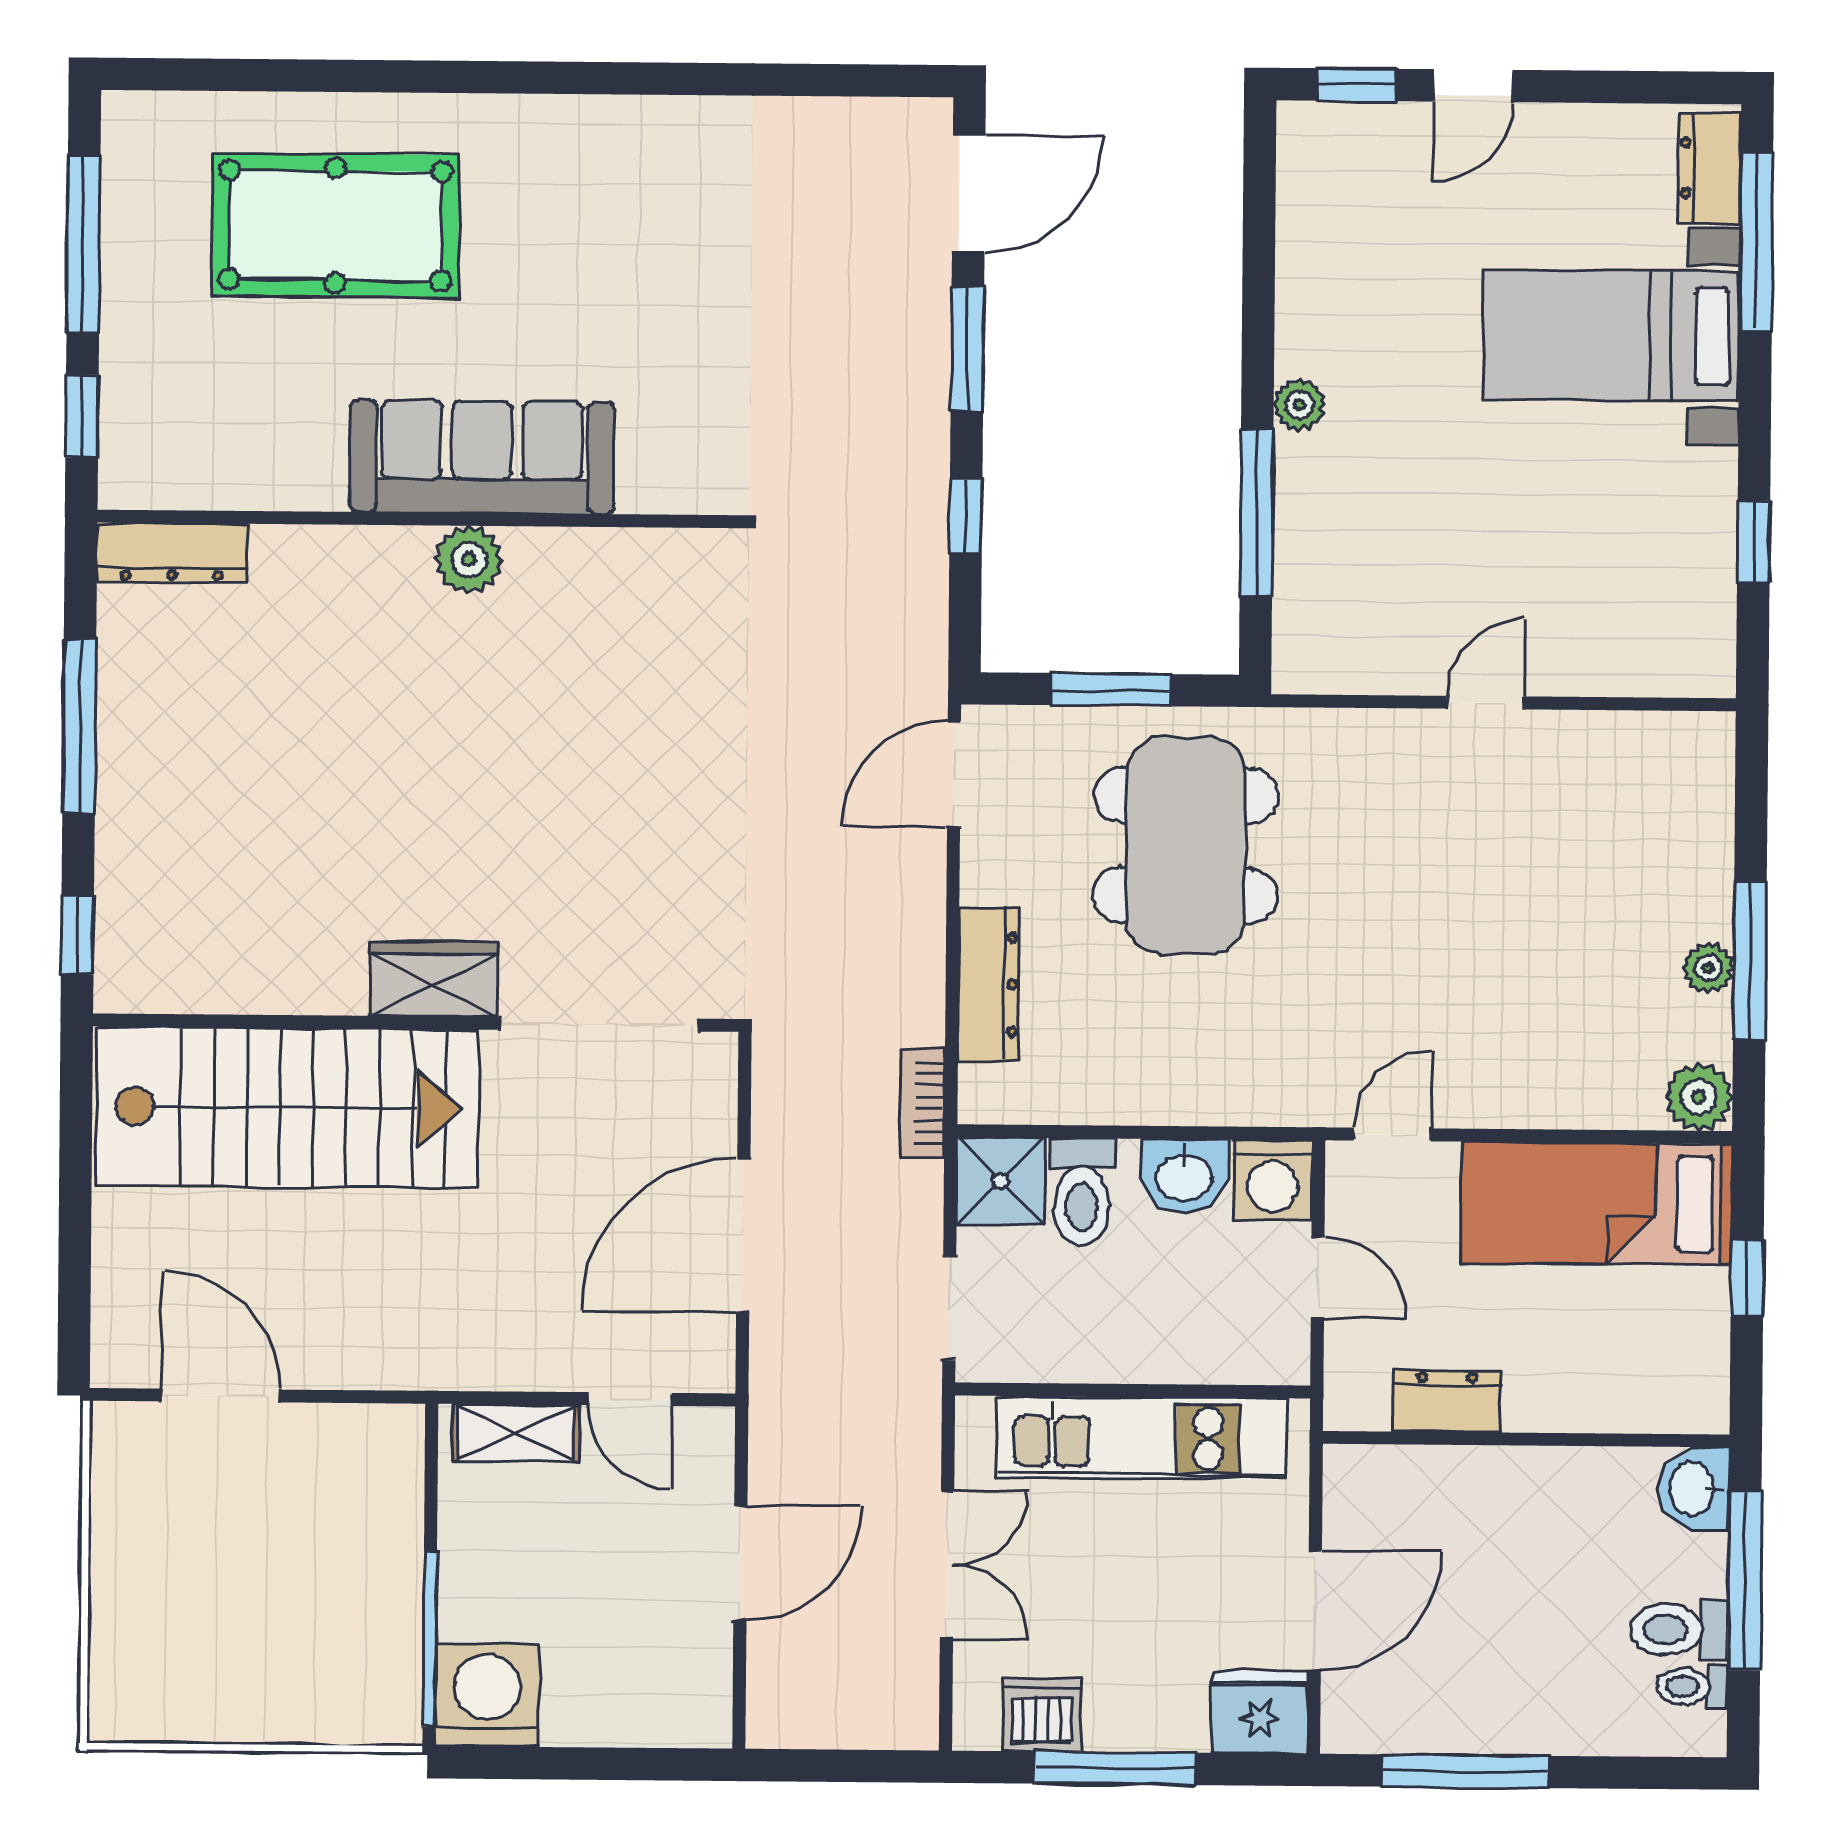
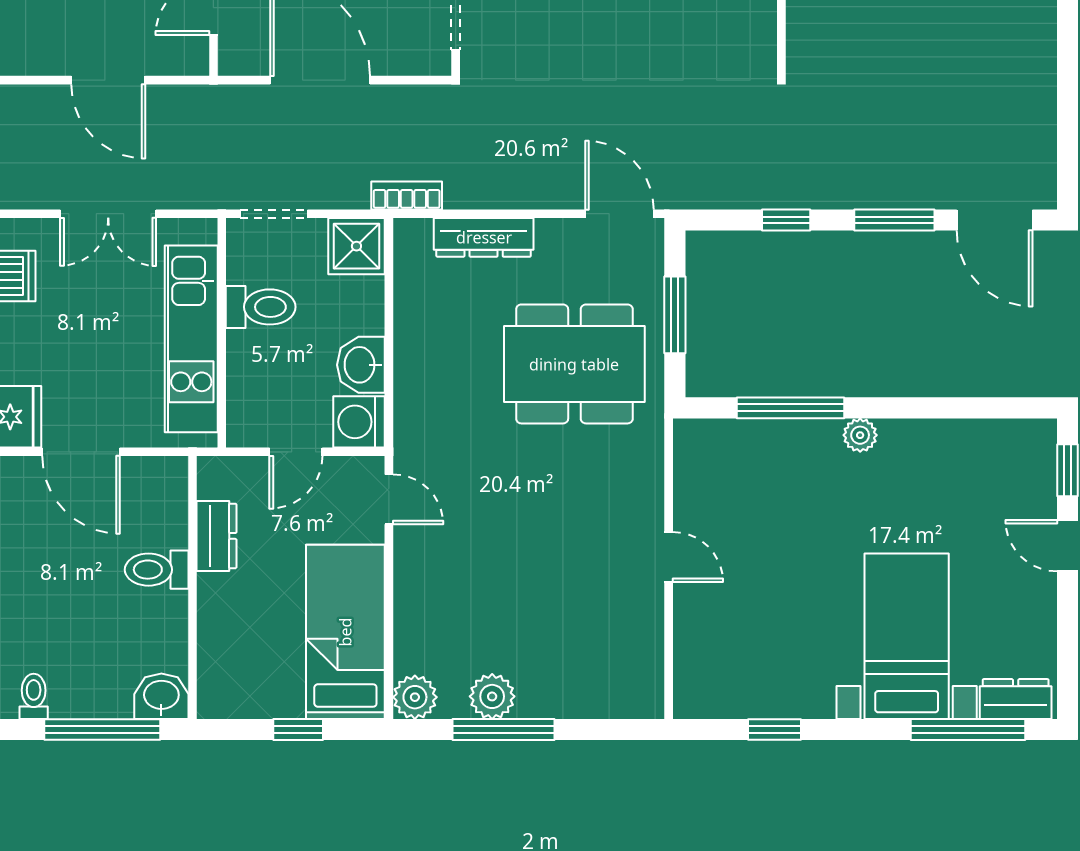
plant: (1708, 968) -> (492, 696), width x1.38, depth x1.38
toilet: (1082, 1192) -> (261, 307), moved, turned 180
toilet: (1679, 1630) -> (157, 570), moved, turned -90

